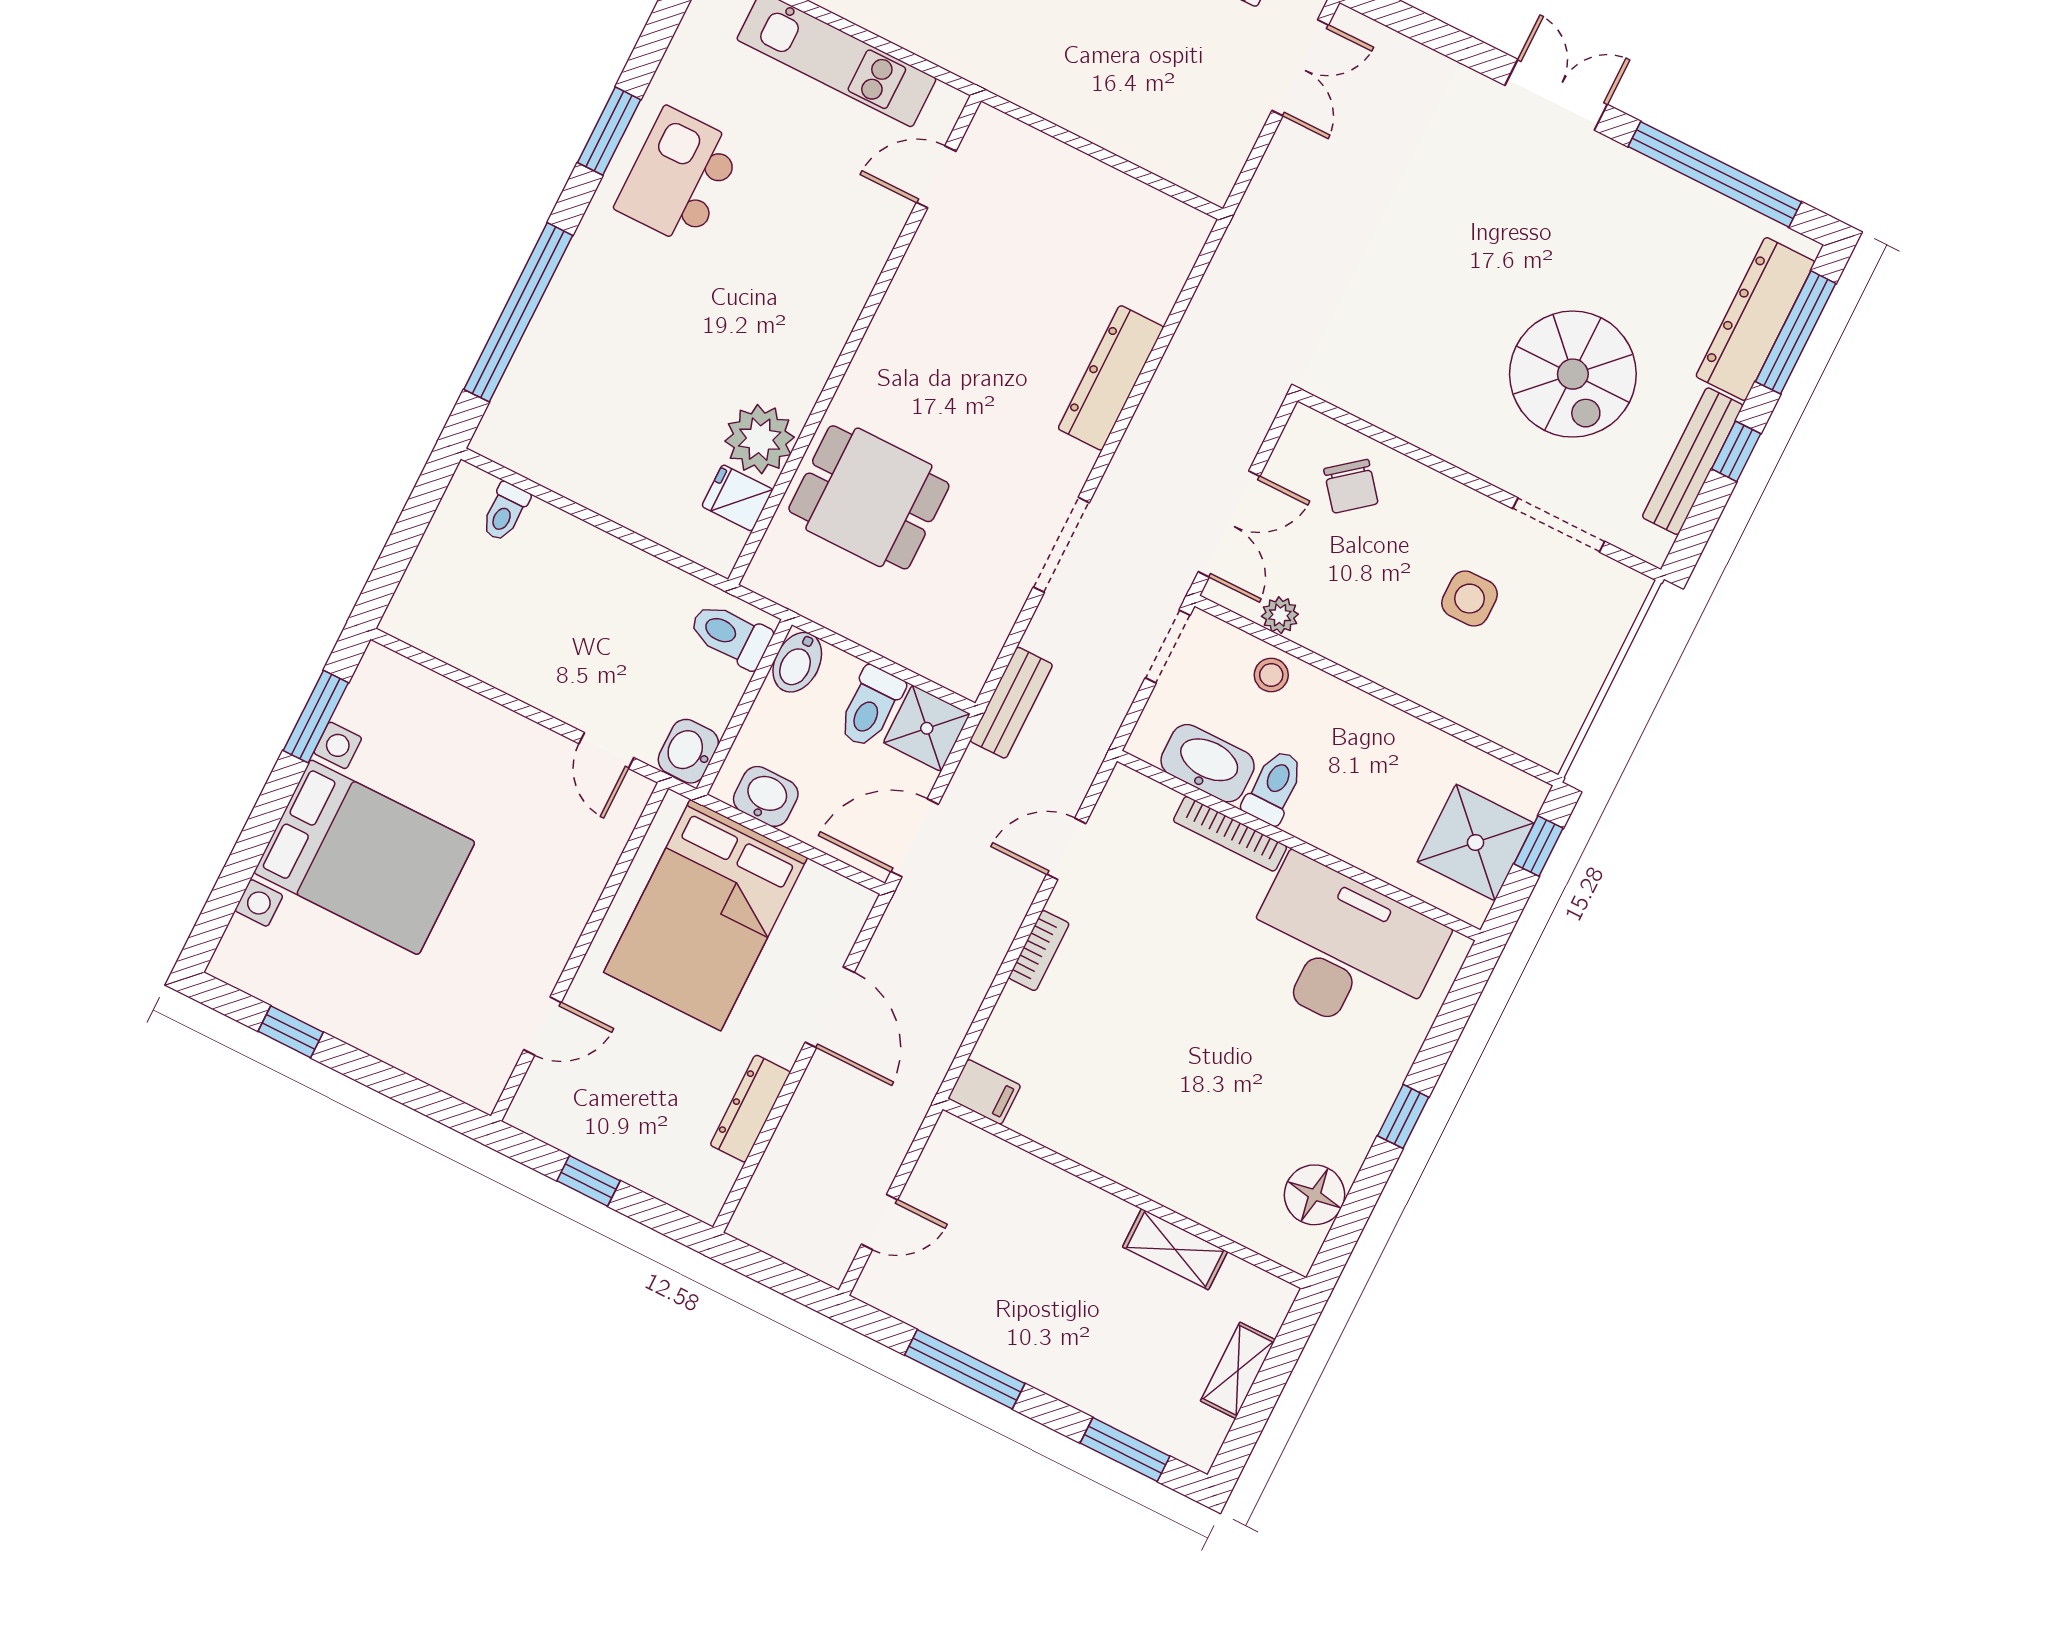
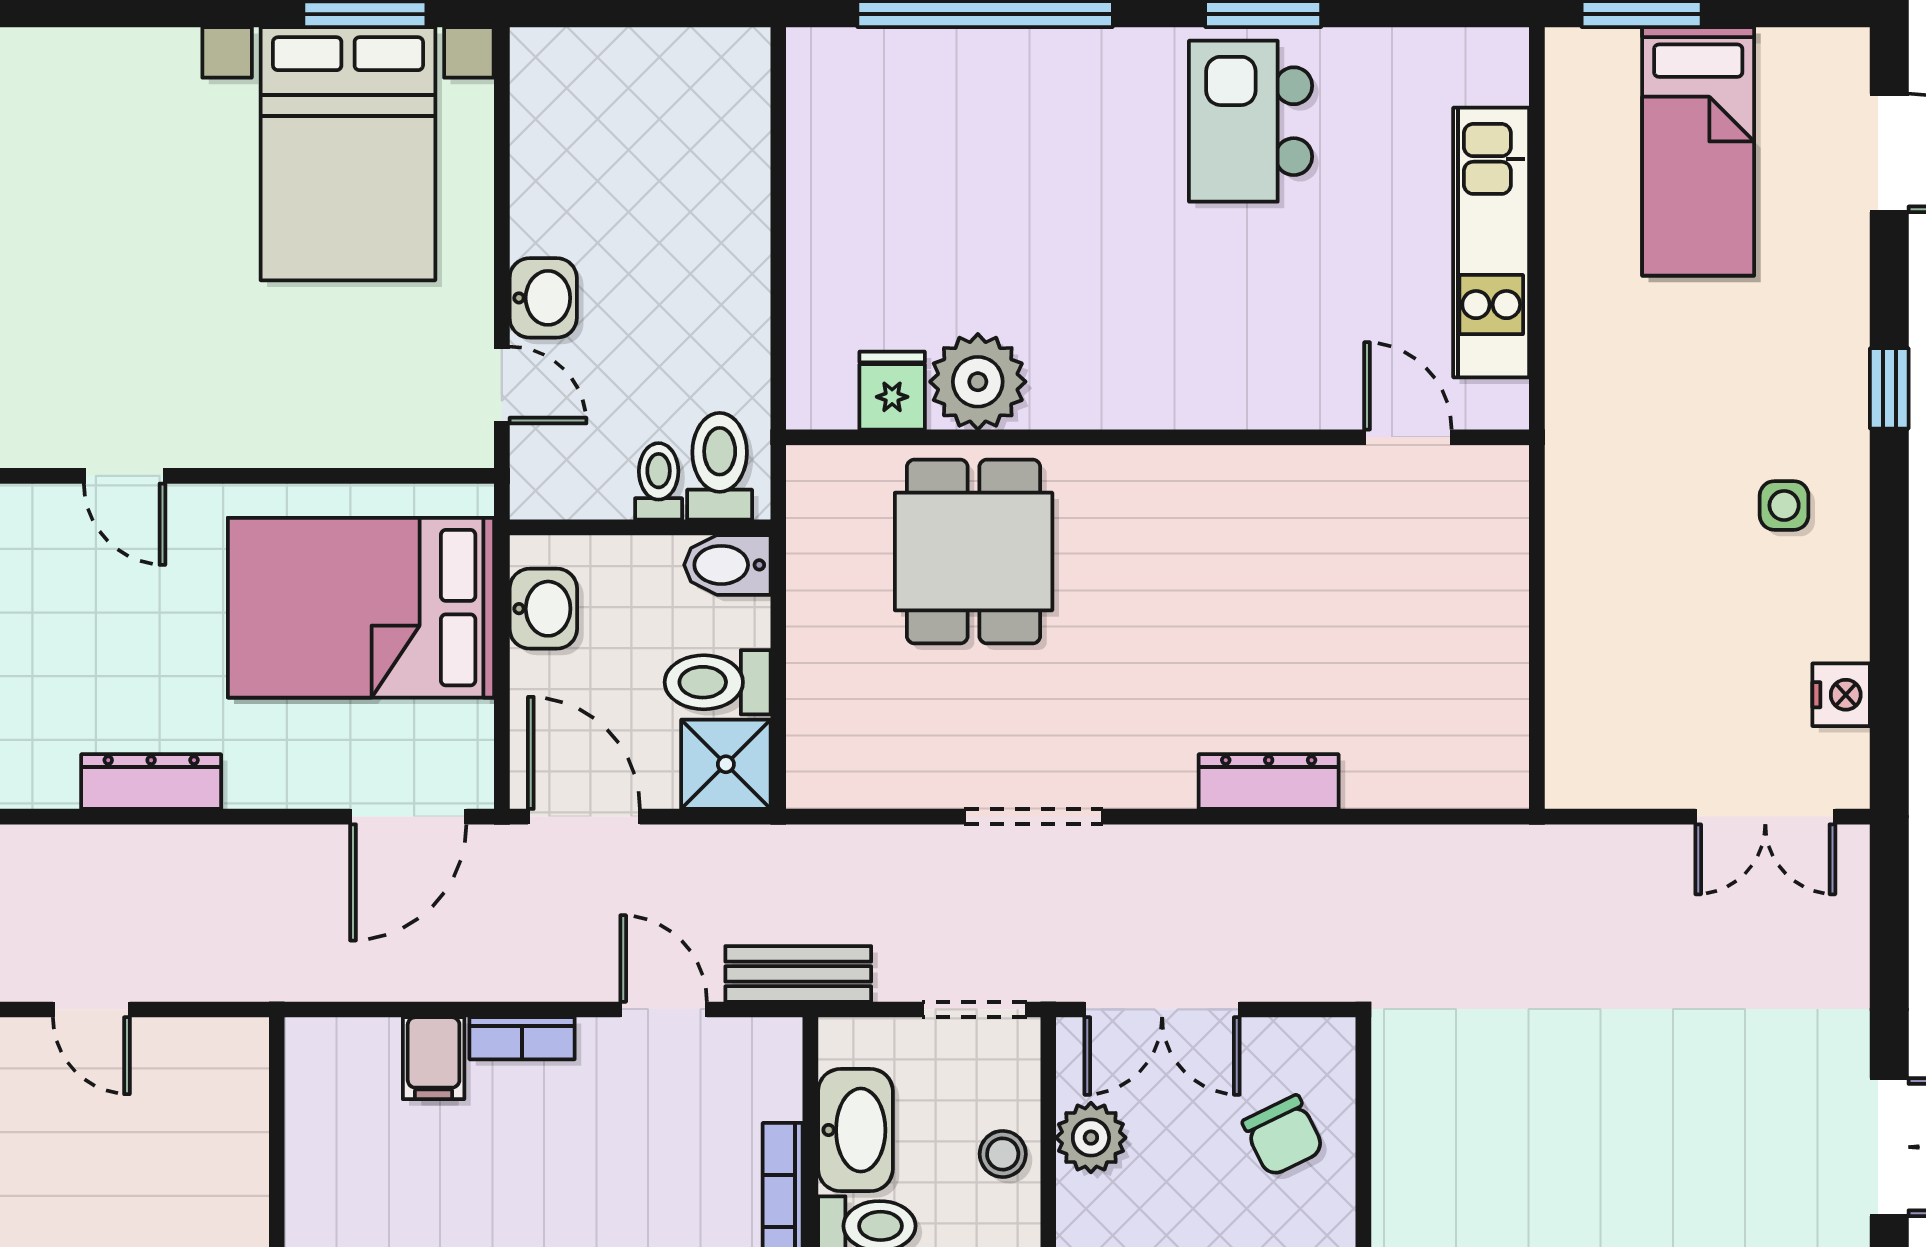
kitchen island: (679, 176) -> (1251, 121), turned -90
dresser: (1111, 378) -> (1269, 782), width x0.73, depth x0.80
chair: (1351, 486) -> (1283, 1136), turned -77
toilet: (505, 512) -> (659, 481), moved, turned 90
plant: (1280, 615) -> (1091, 1138), width x1.38, depth x1.38
bench: (1011, 703) -> (798, 974), moved
door: (606, 751) -> (502, 385), swing flipped
washbasin: (688, 751) -> (543, 298), moved, turned 90
bed with nightstands: (364, 857) -> (348, 154), moved
door: (830, 1007) -> (408, 817), moved
filing cabinet: (984, 1092) -> (434, 1058), moved

